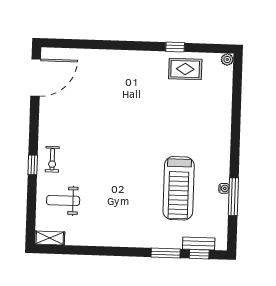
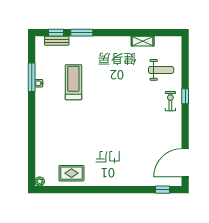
window: (175, 47) -> (162, 190), moved
treadmill: (179, 188) -> (73, 82), width x0.73, depth x0.73
shelving: (50, 238) -> (143, 41), moved

